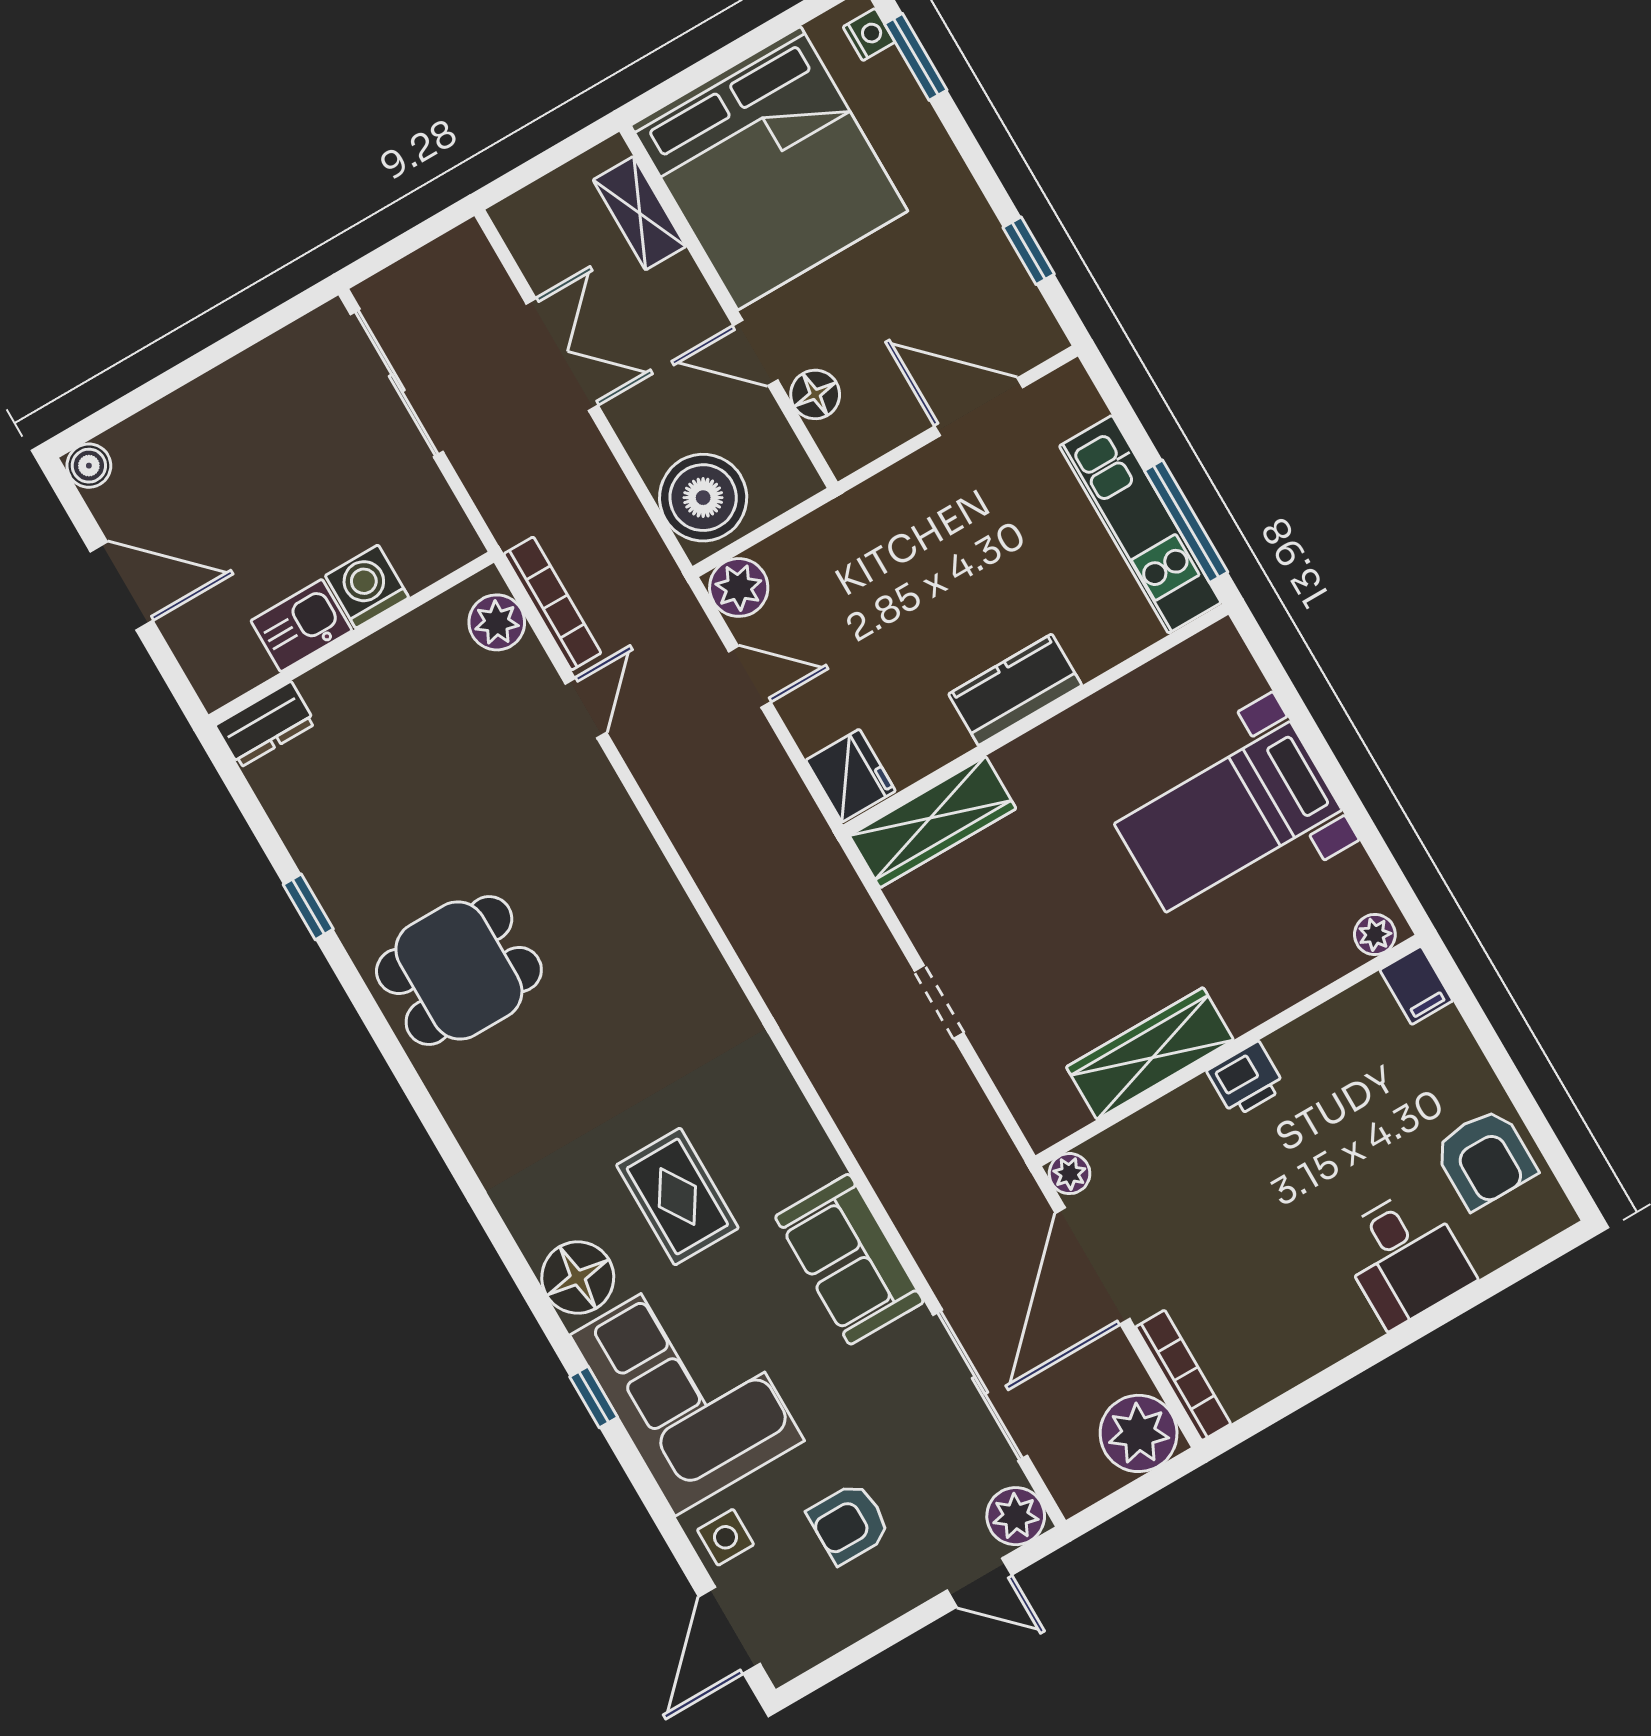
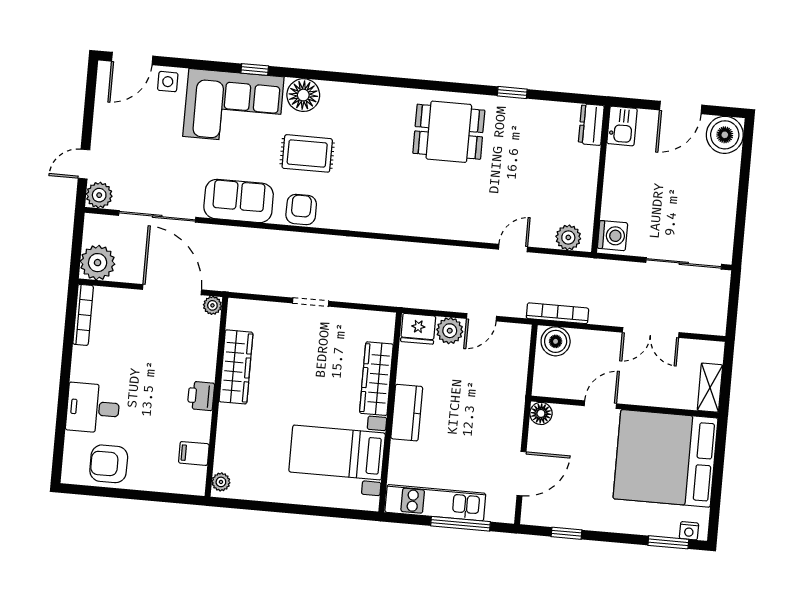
shelving: (640, 213) -> (710, 388), moved, turned 90
floor lamp: (815, 394) -> (541, 413), moved
boiler: (89, 466) -> (725, 135), width x1.86, depth x1.86
boiler: (703, 498) -> (556, 341), width x0.73, depth x0.73
window: (1186, 521) -> (461, 524), moved
washing machine: (367, 587) -> (613, 236), moved
plant: (739, 587) -> (450, 331), moved
bookcase: (552, 603) -> (557, 313), moved, turned 180
kitchen sink: (301, 626) -> (622, 126), moved
door: (586, 708) -> (513, 248), swing flipped
bed with nightstands: (1228, 817) -> (337, 453), moved, turned -90
wardrobe: (933, 822) -> (376, 379), moved
dining table: (459, 970) -> (449, 132), turned 90
filing cabinet: (1416, 985) -> (194, 453), moved
bookcase: (1183, 1375) -> (83, 315), moved, turned -90
armchair: (849, 1523) -> (301, 210), moved
door: (729, 1630) -> (132, 59), swing flipped

